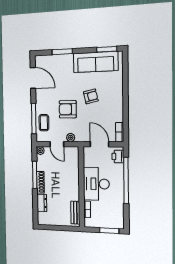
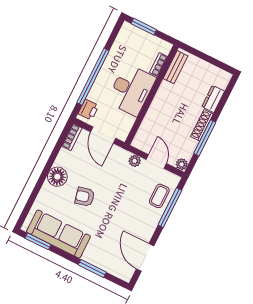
floor lamp: (116, 100) -> (57, 177), added
armchair: (68, 109) -> (121, 196), removed

